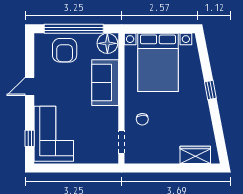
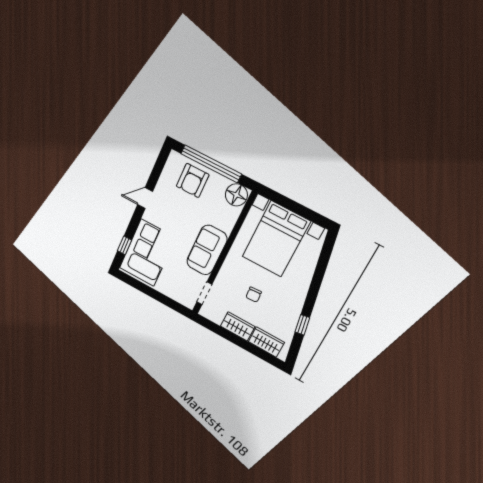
sofa: (105, 83) -> (207, 250), moved
window: (210, 90) -> (302, 325), moved
chair: (142, 119) -> (254, 295), moved
wardrobe: (164, 155) -> (238, 326), added

